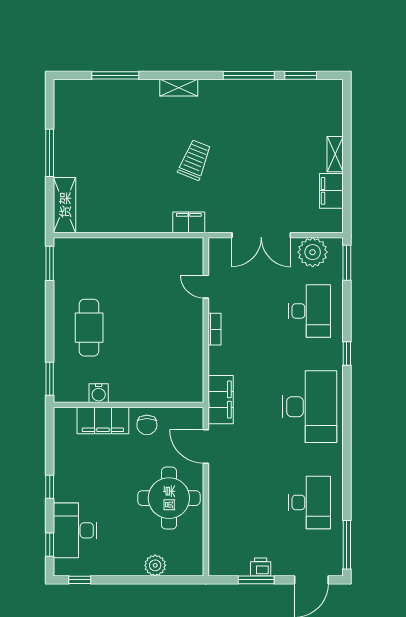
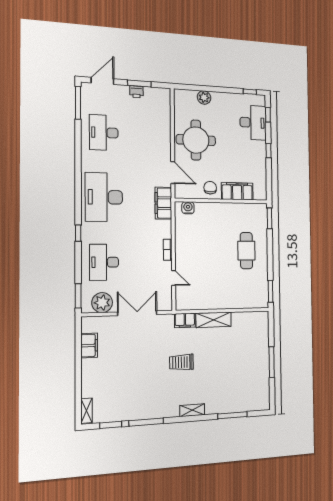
shelving: (335, 154) -> (87, 411), moved
trolley: (195, 160) -> (181, 362), turned 68
shelving: (65, 205) -> (214, 320), moved, turned 90
water cooler: (99, 393) -> (188, 208), moved

